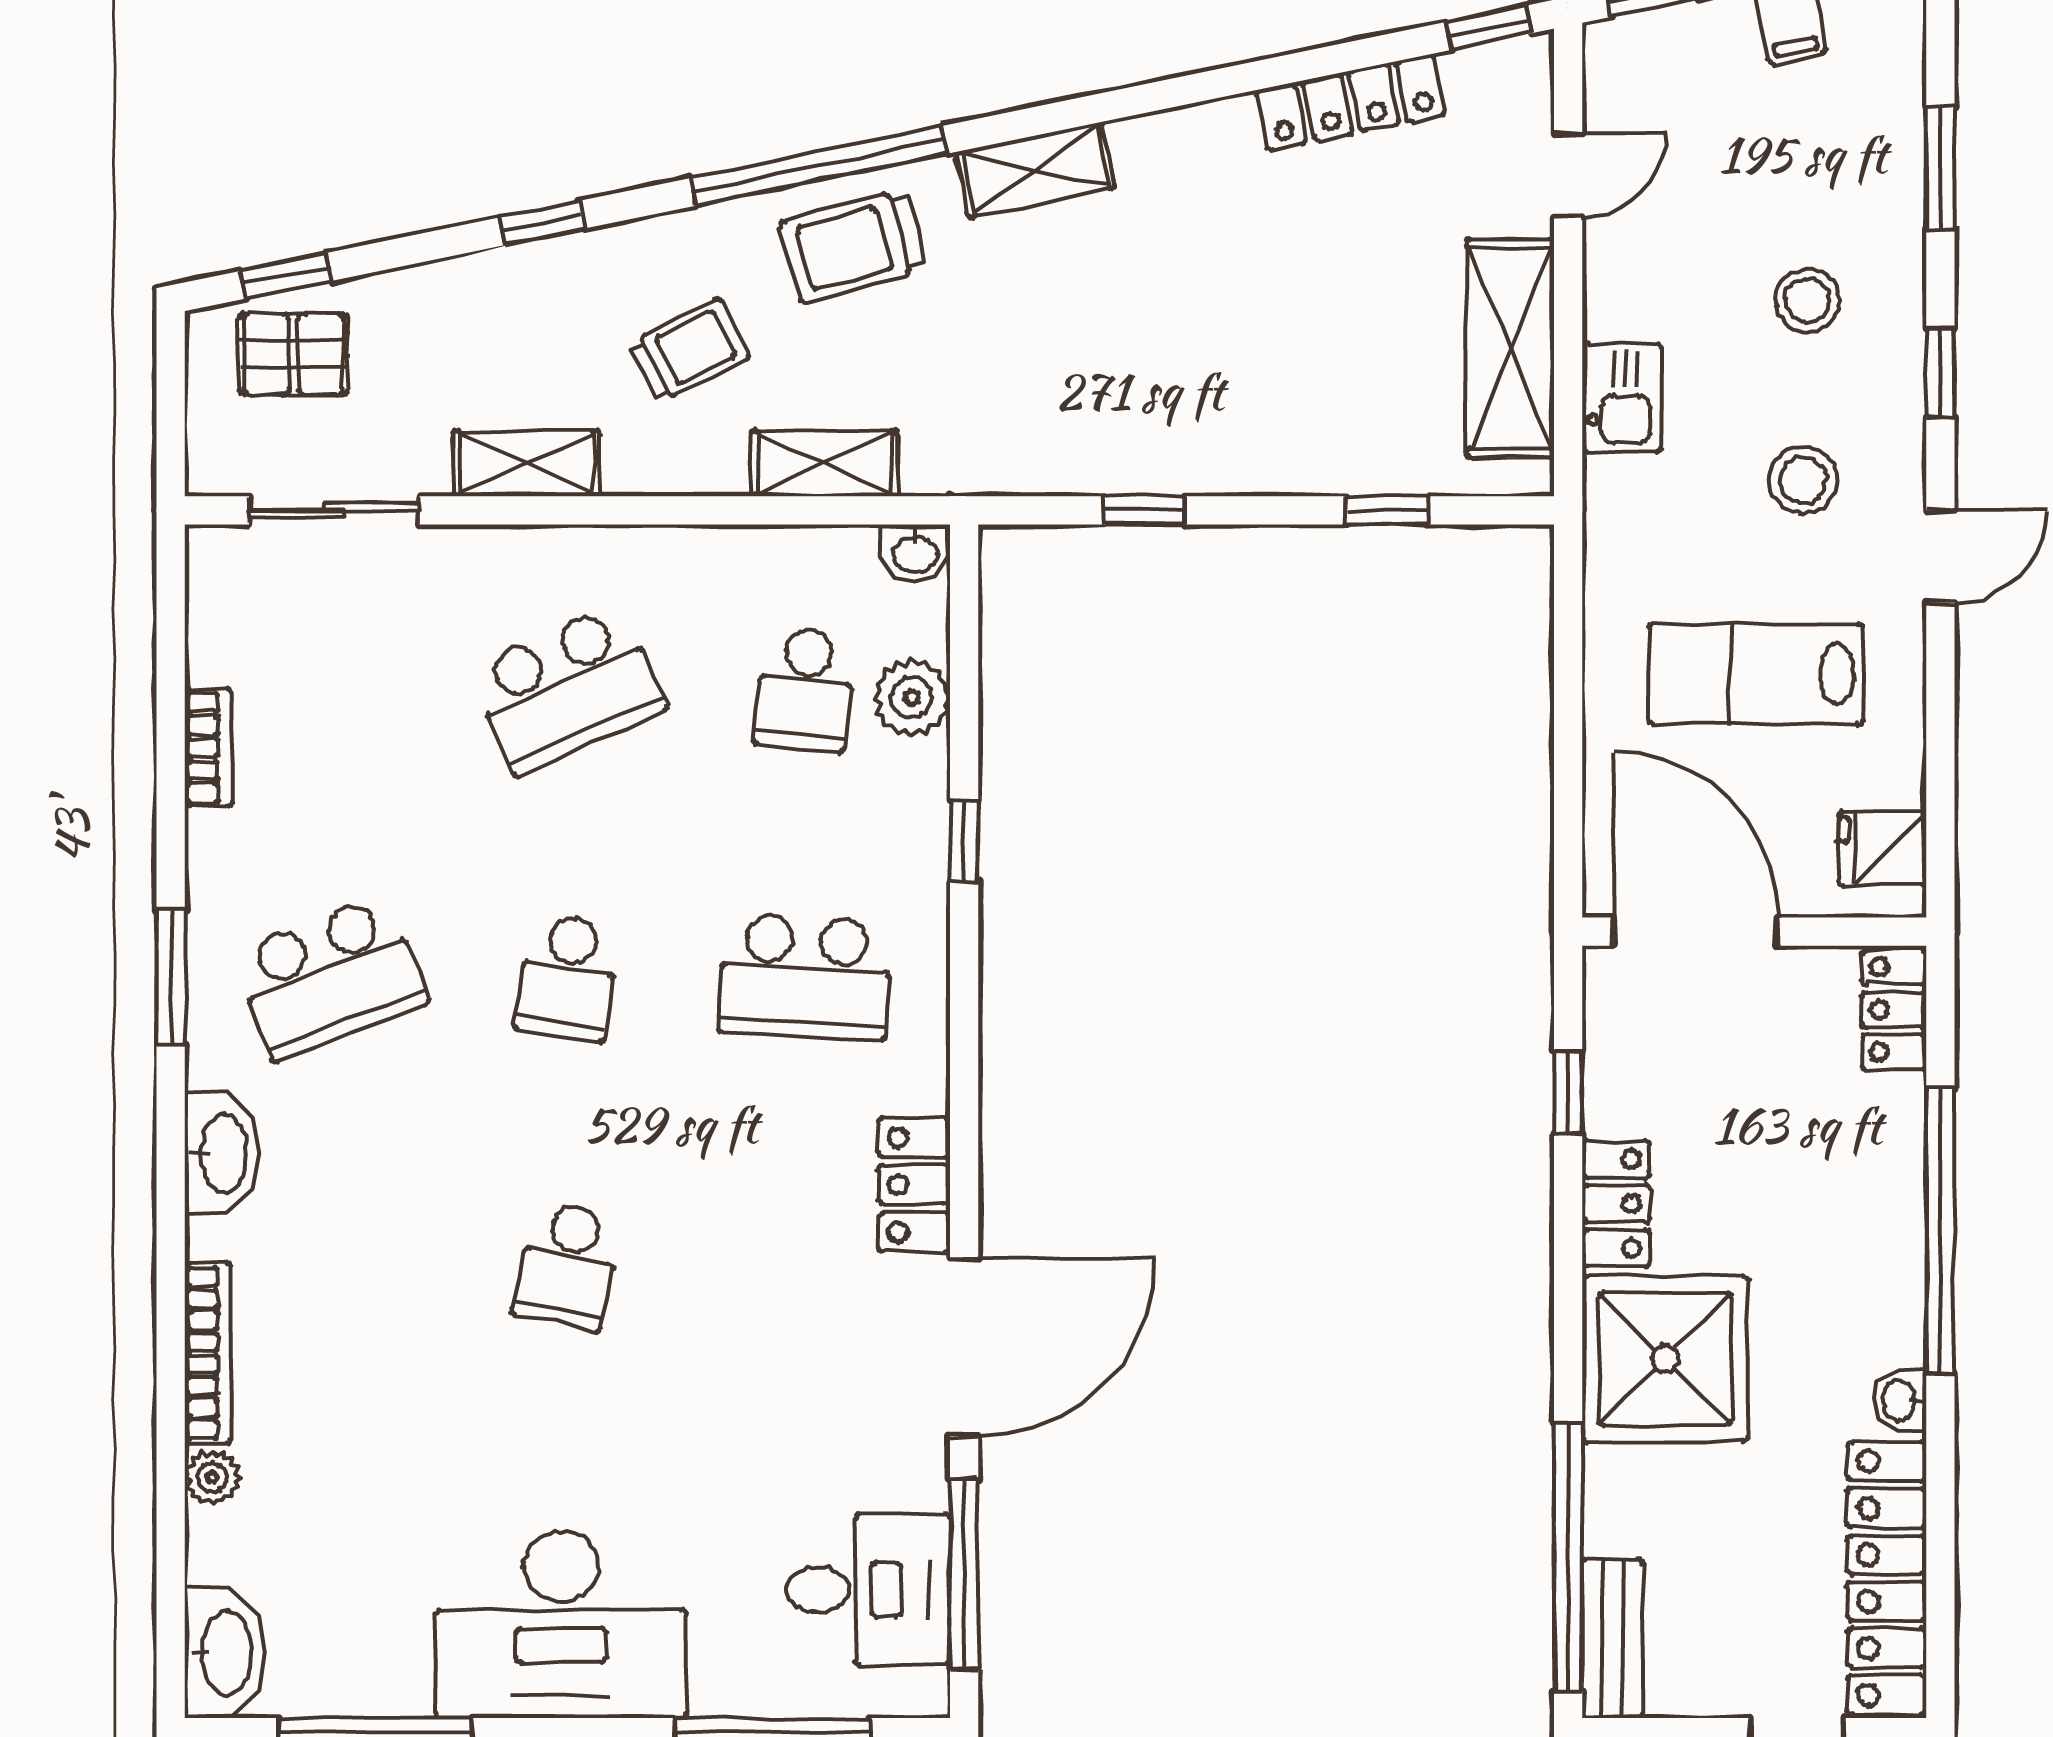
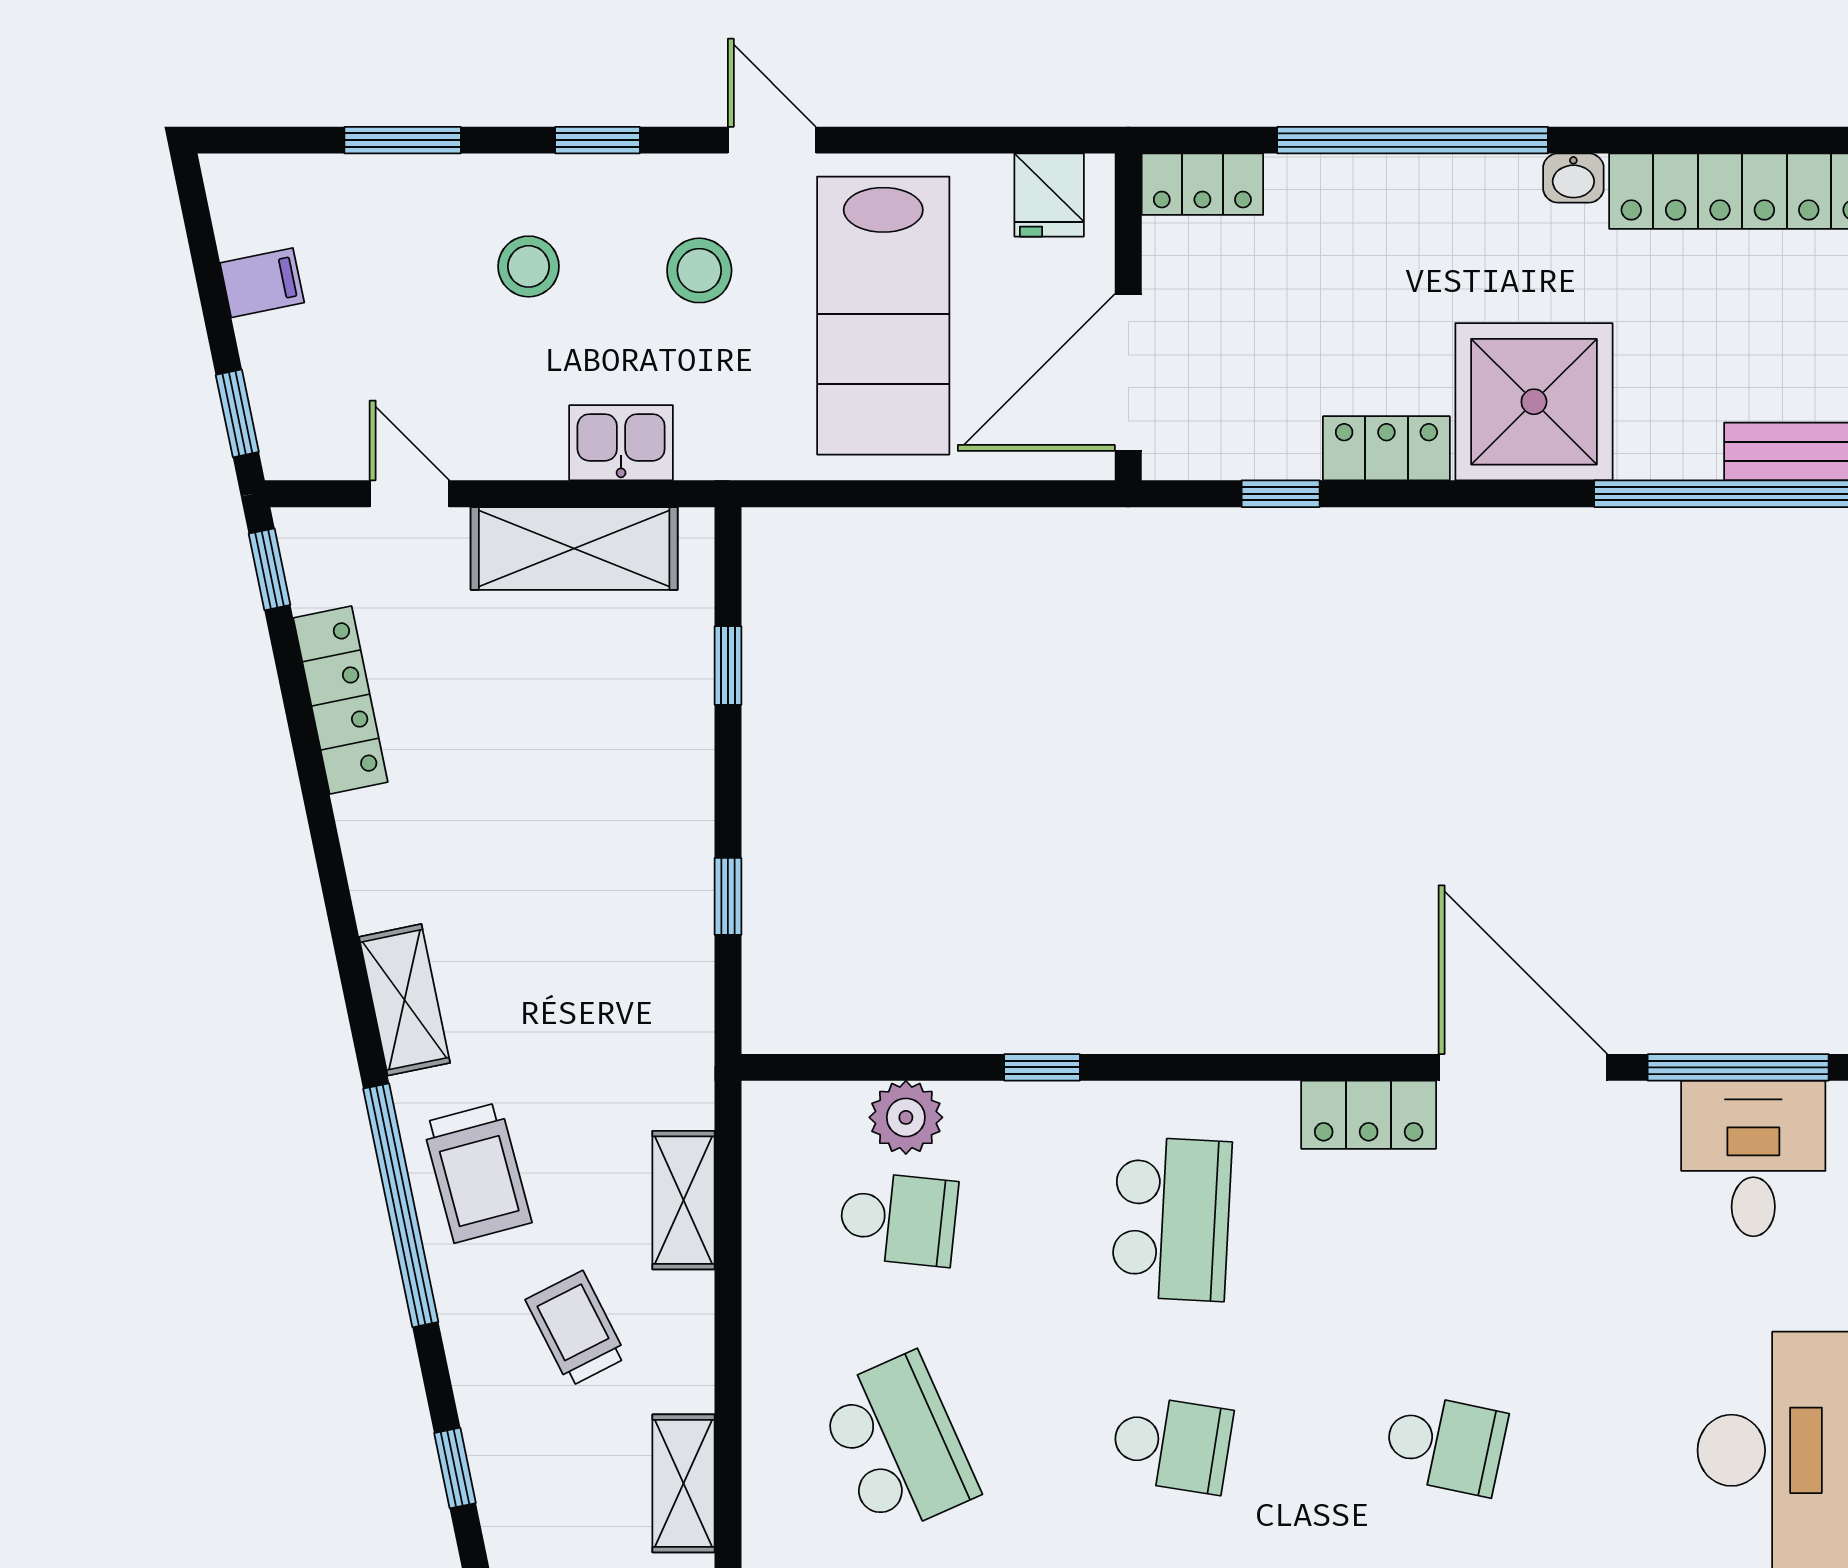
washbasin: (915, 553) -> (768, 1114), removed
lab bench: (1756, 674) -> (883, 316), width x1.36, depth x1.39

